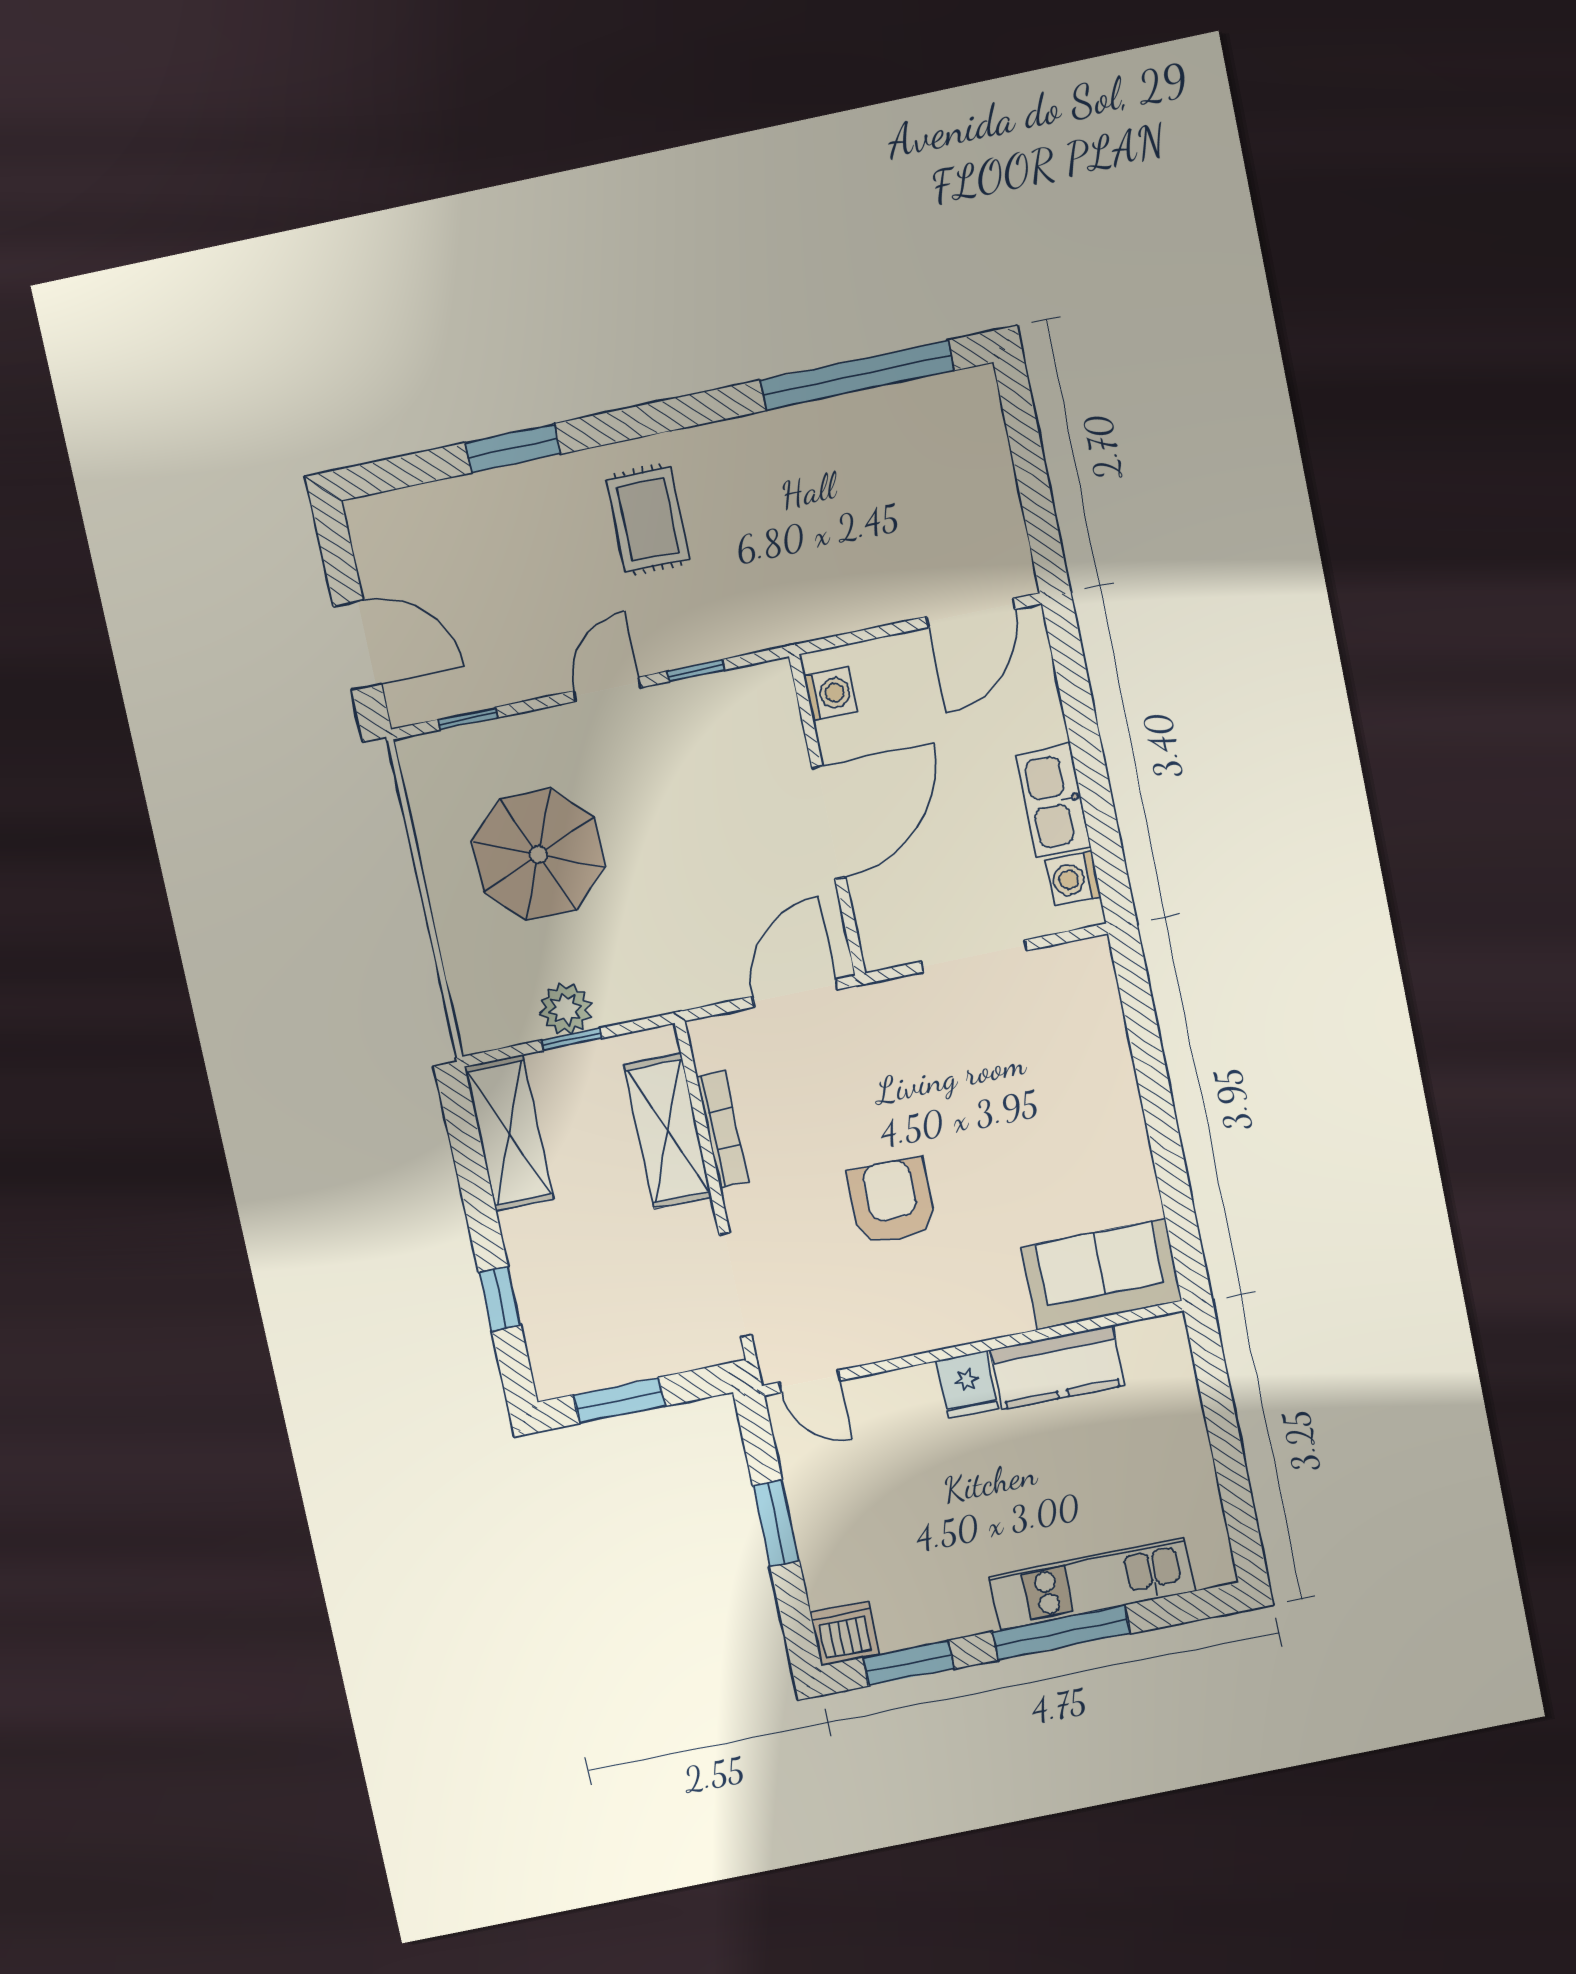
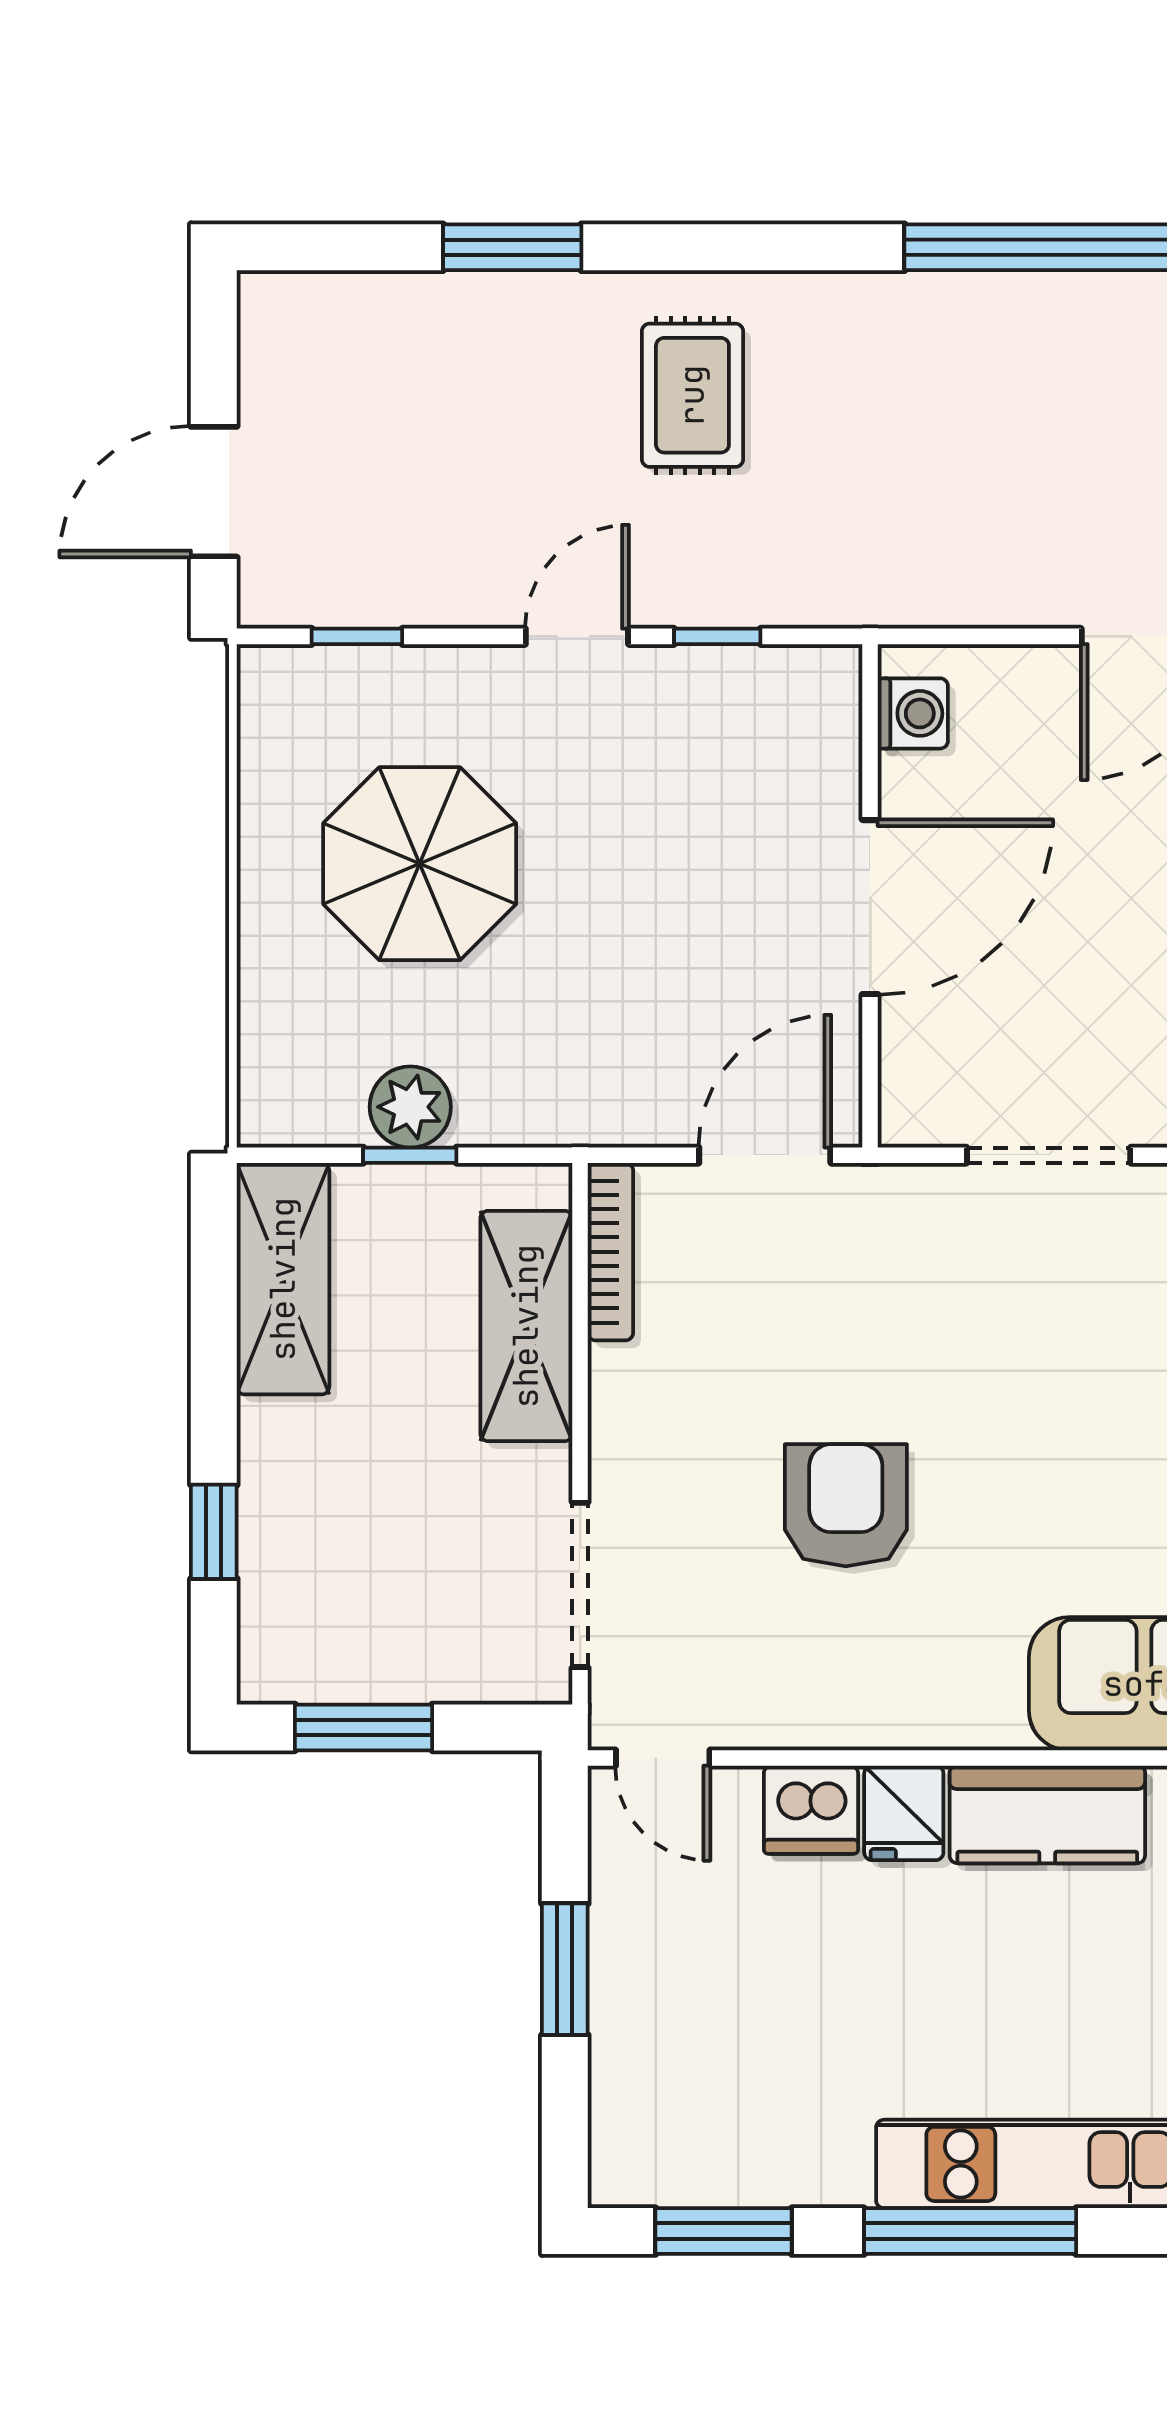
door: (357, 645) -> (214, 492), swing flipped
bookcase: (722, 1129) -> (610, 1252), moved
dishwasher: (845, 1634) -> (811, 1810), moved, turned 180

